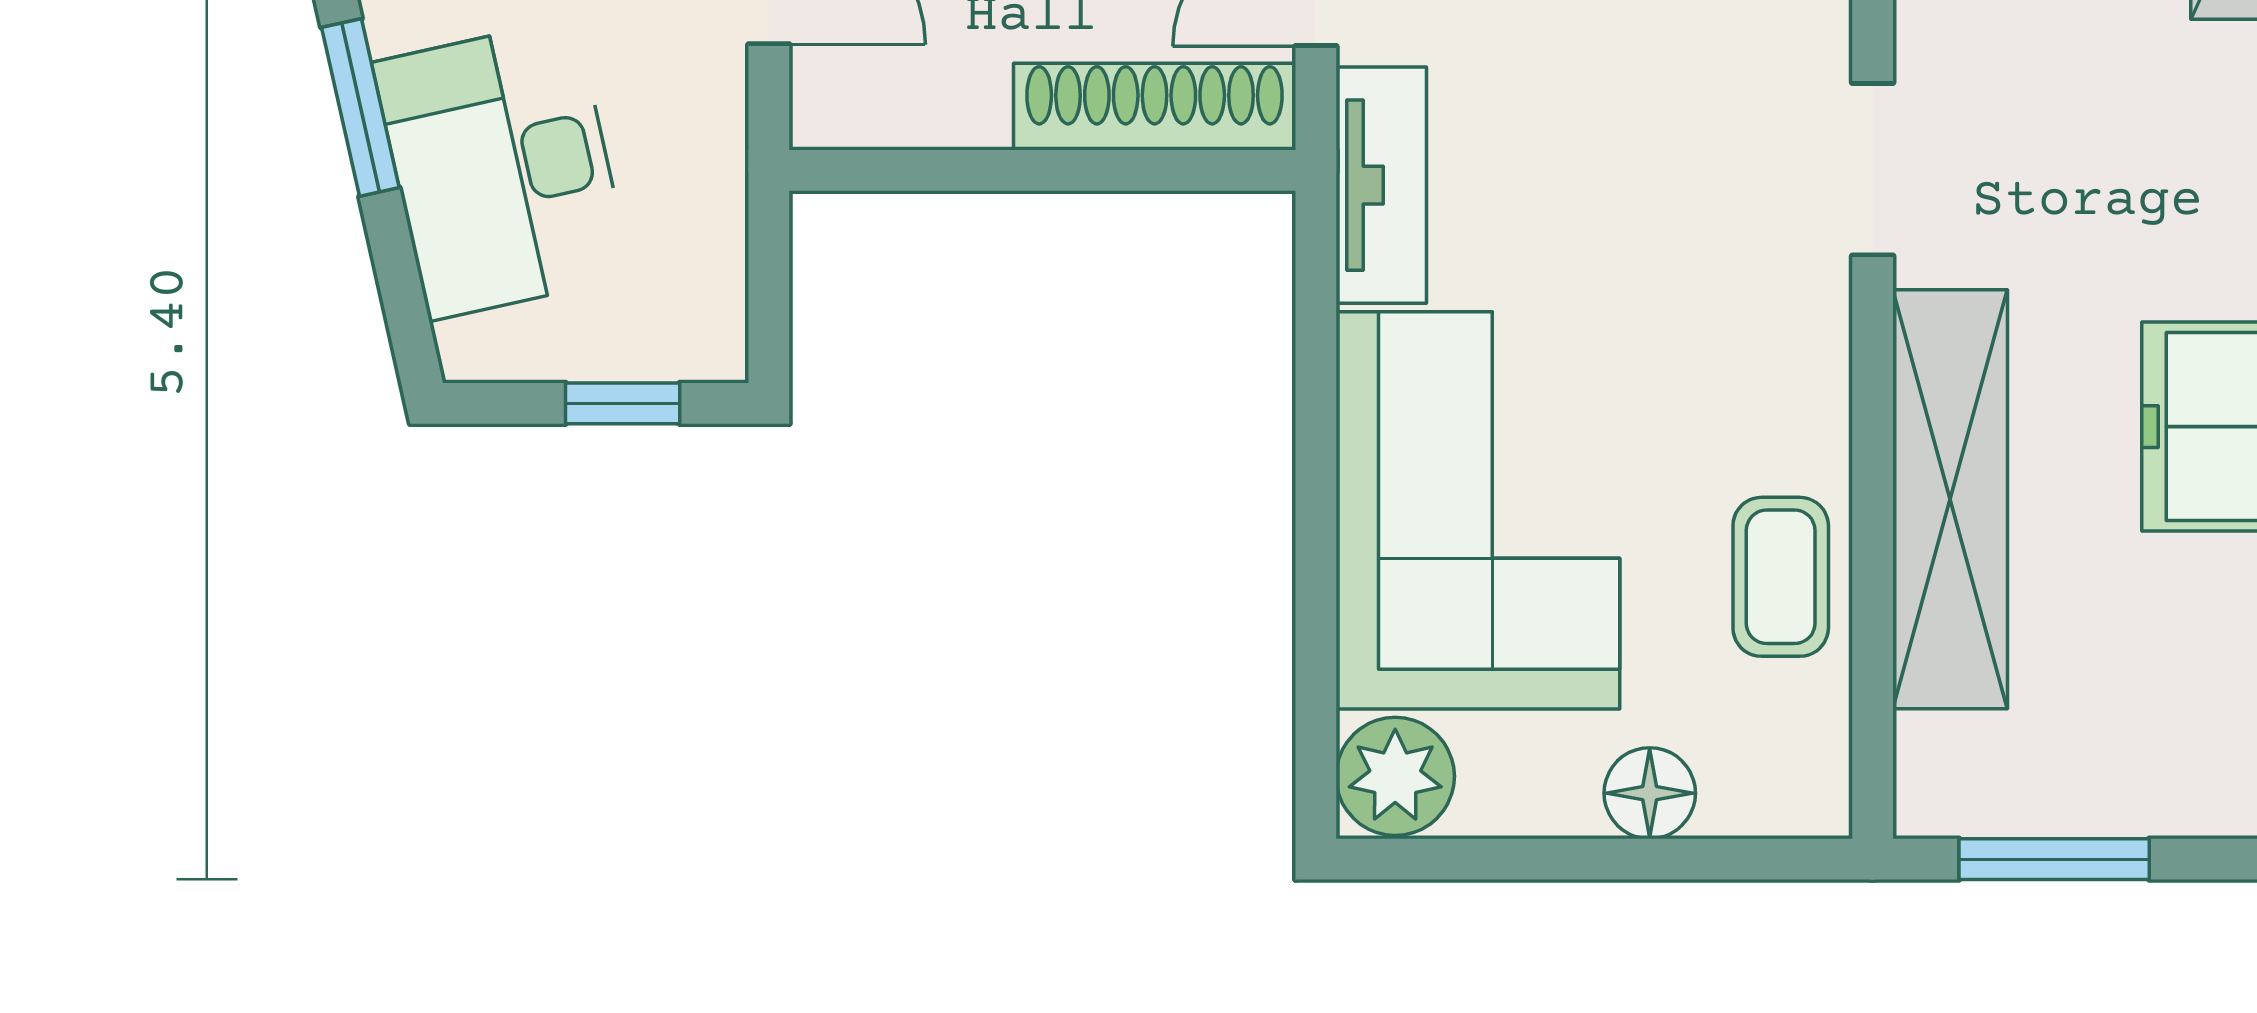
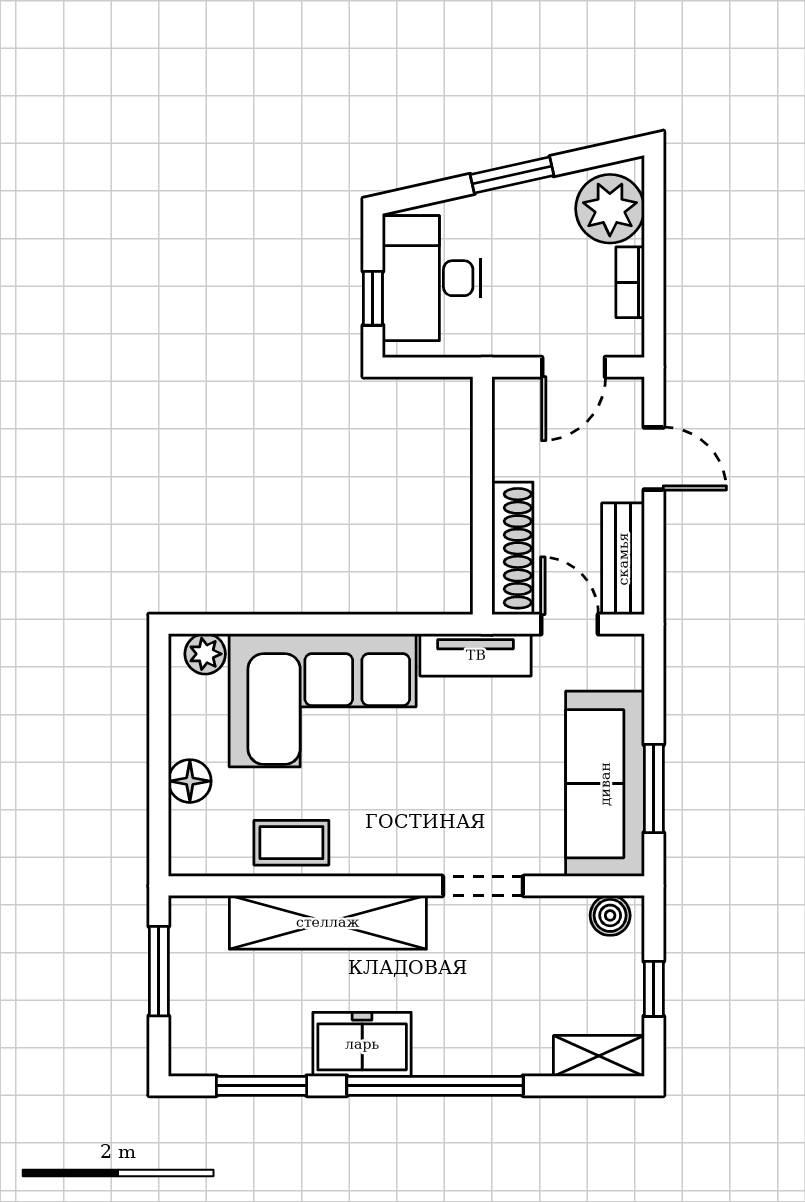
desk: (502, 169) -> (432, 278), moved, turned -77
plant: (1395, 776) -> (205, 654), width x0.73, depth x0.73

